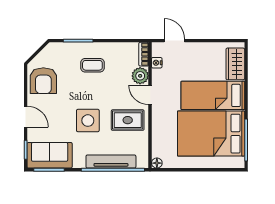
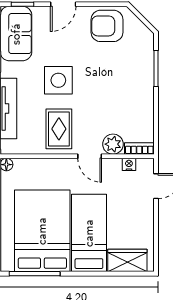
coffee table: (92, 65) -> (126, 86), removed
door: (150, 95) -> (90, 156), swing flipped

